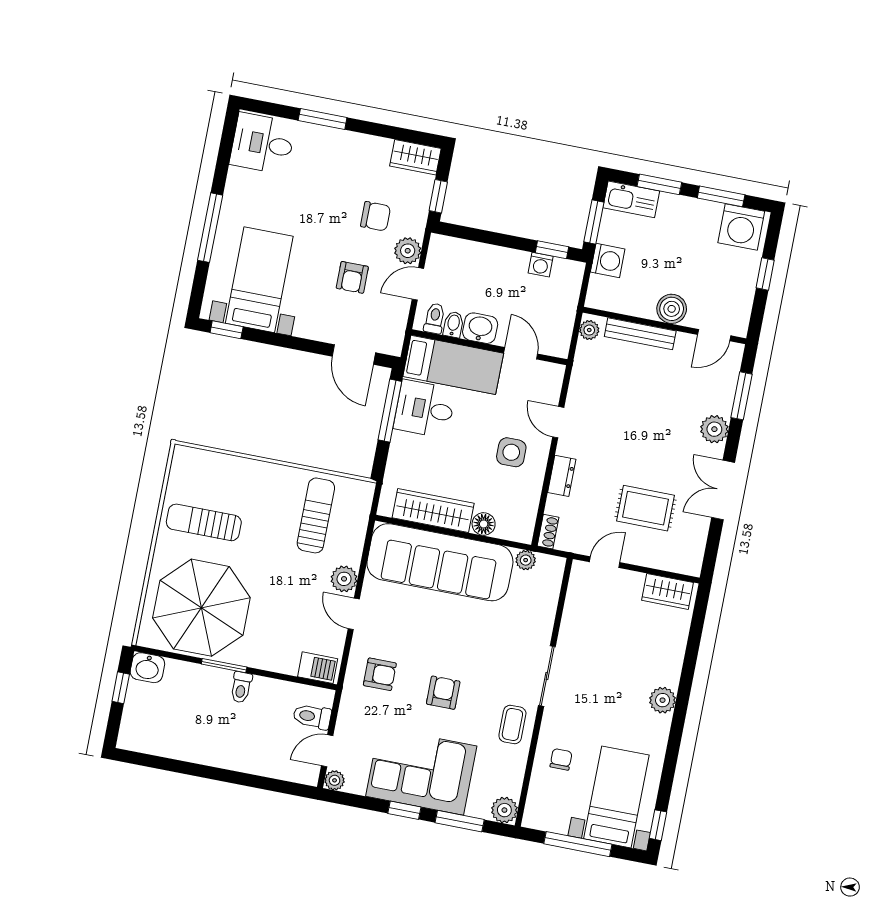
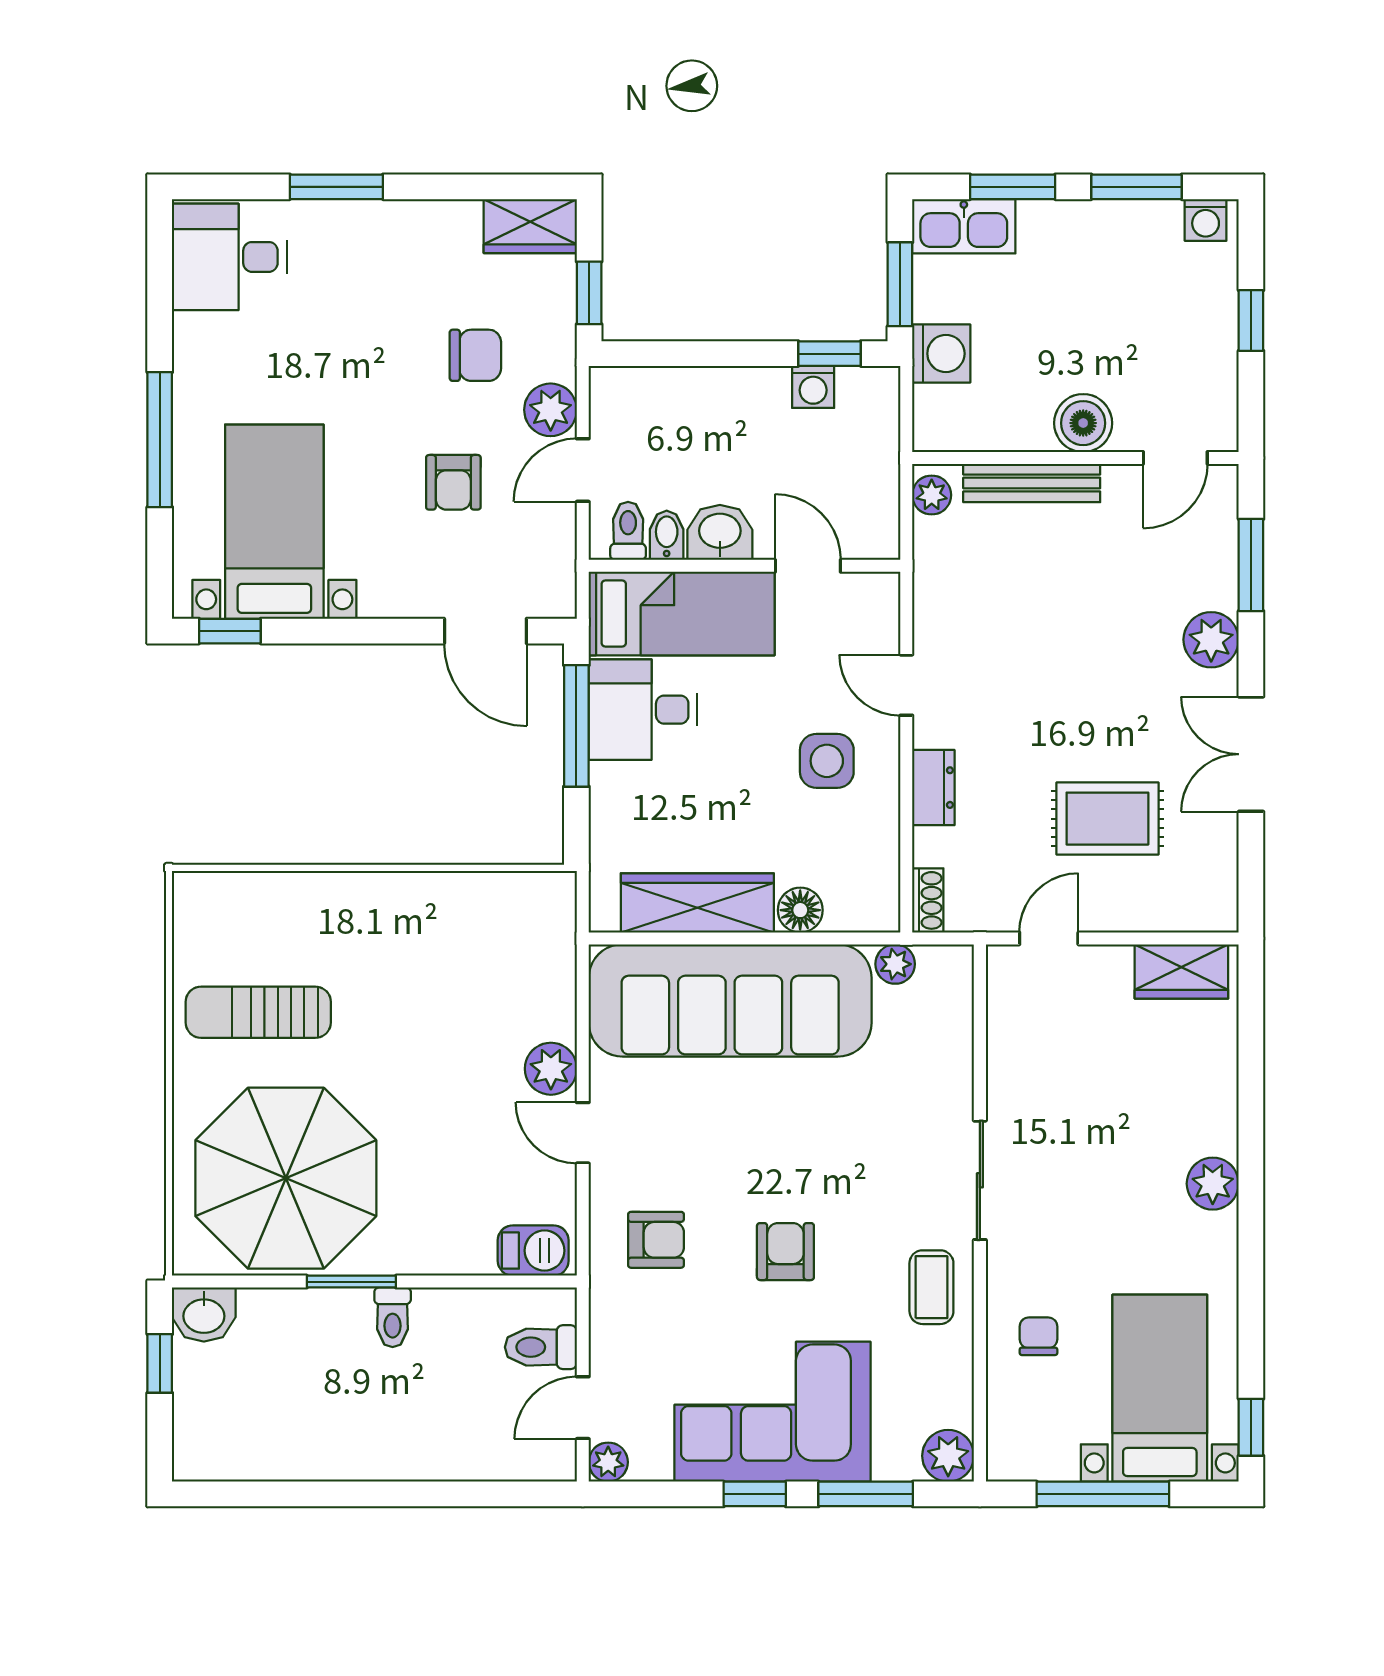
washing machine: (741, 227) -> (1206, 220), width x0.53, depth x0.53
sun lounger: (316, 515) -> (473, 957), removed

